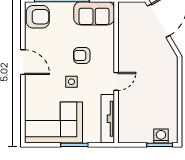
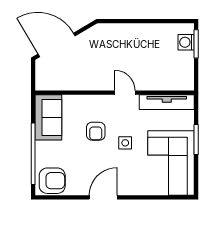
armchair: (38, 17) -> (52, 181), turned 90

